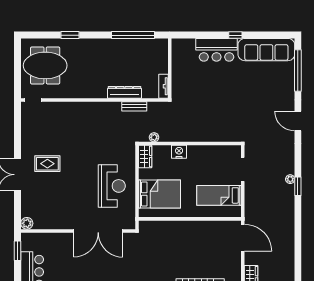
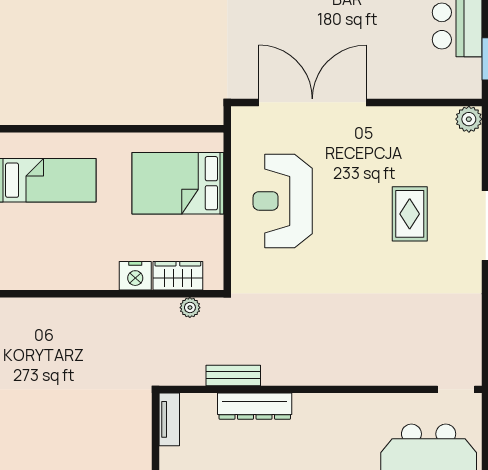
wardrobe: (145, 157) -> (178, 276), moved, turned 90
rug: (47, 164) -> (410, 214), moved, turned 90

